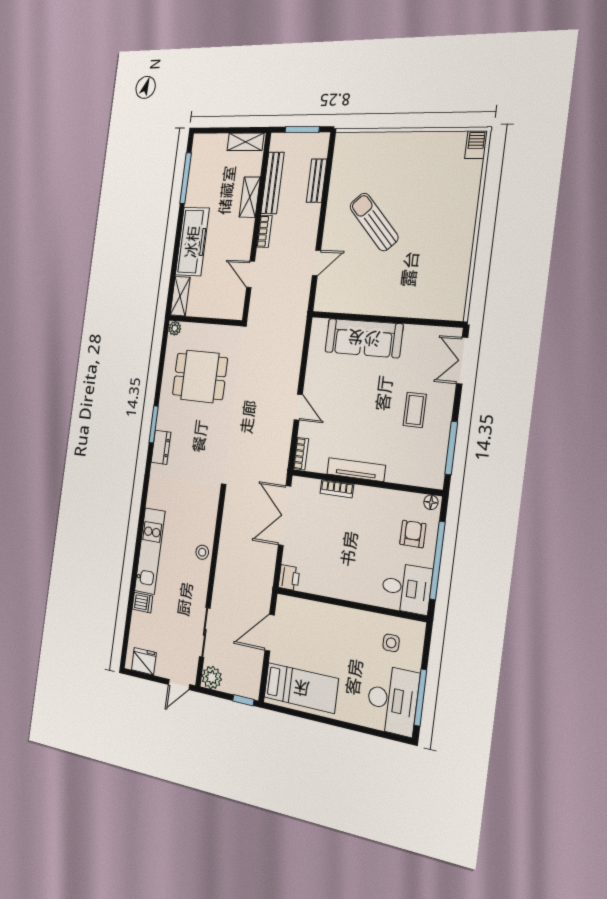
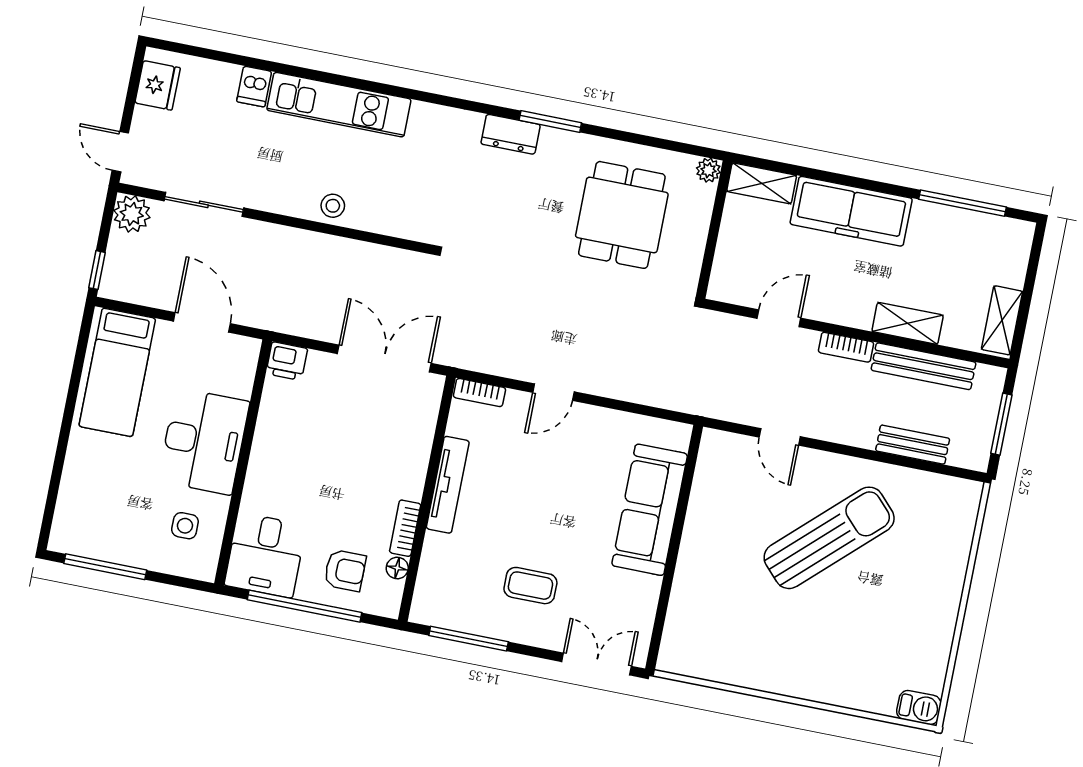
sun lounger: (374, 222) -> (829, 538), width x1.36, depth x1.34
bookcase: (337, 489) -> (405, 528), moved
floor lamp: (431, 502) -> (397, 568), moved
desk: (392, 700) -> (204, 441), moved, turned -90

